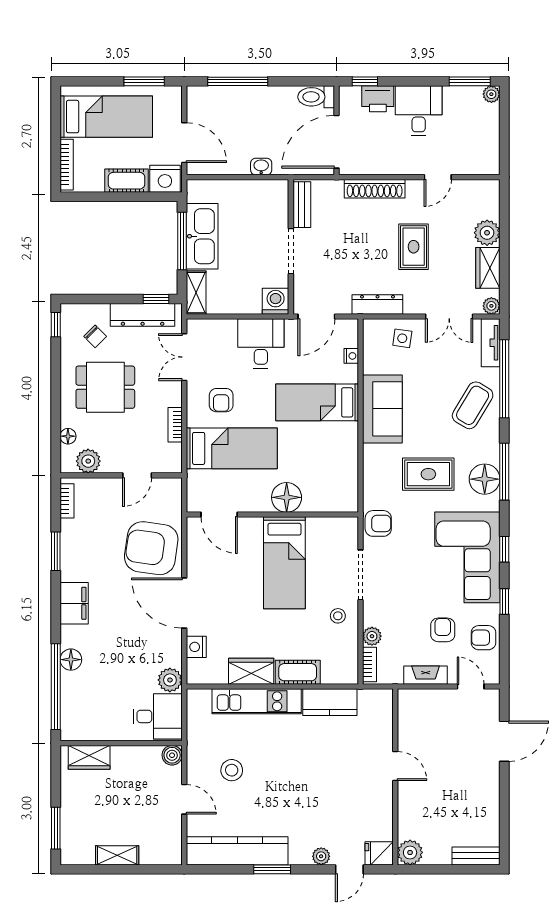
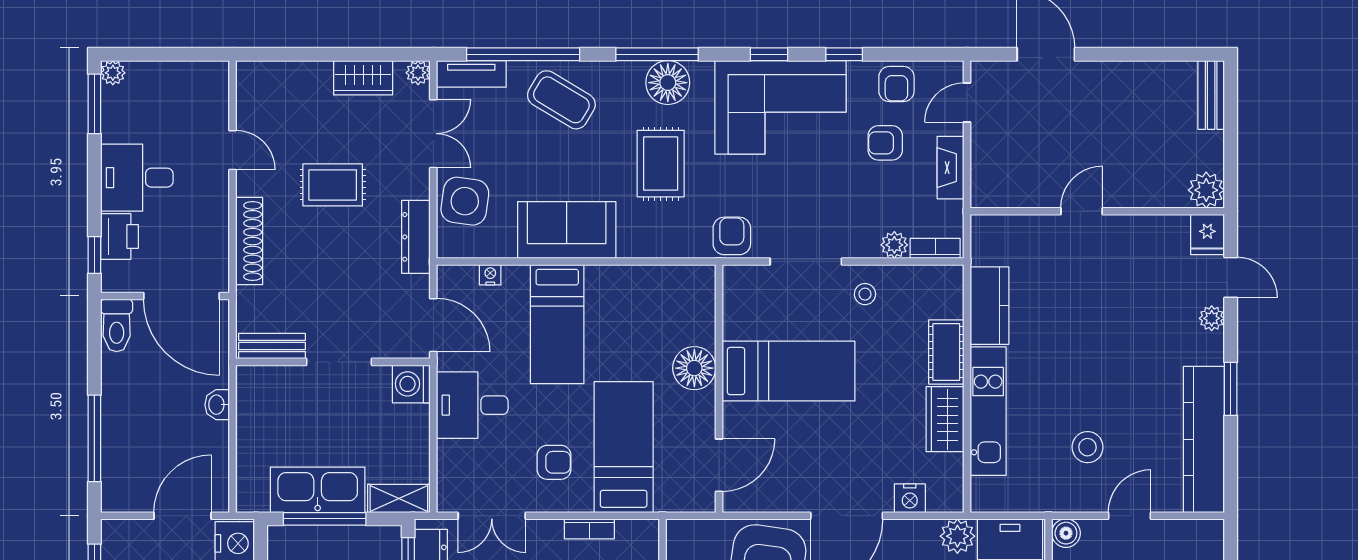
plant: (487, 233) -> (313, 79), removed
side table: (402, 338) -> (465, 201), width x1.87, depth x1.87

